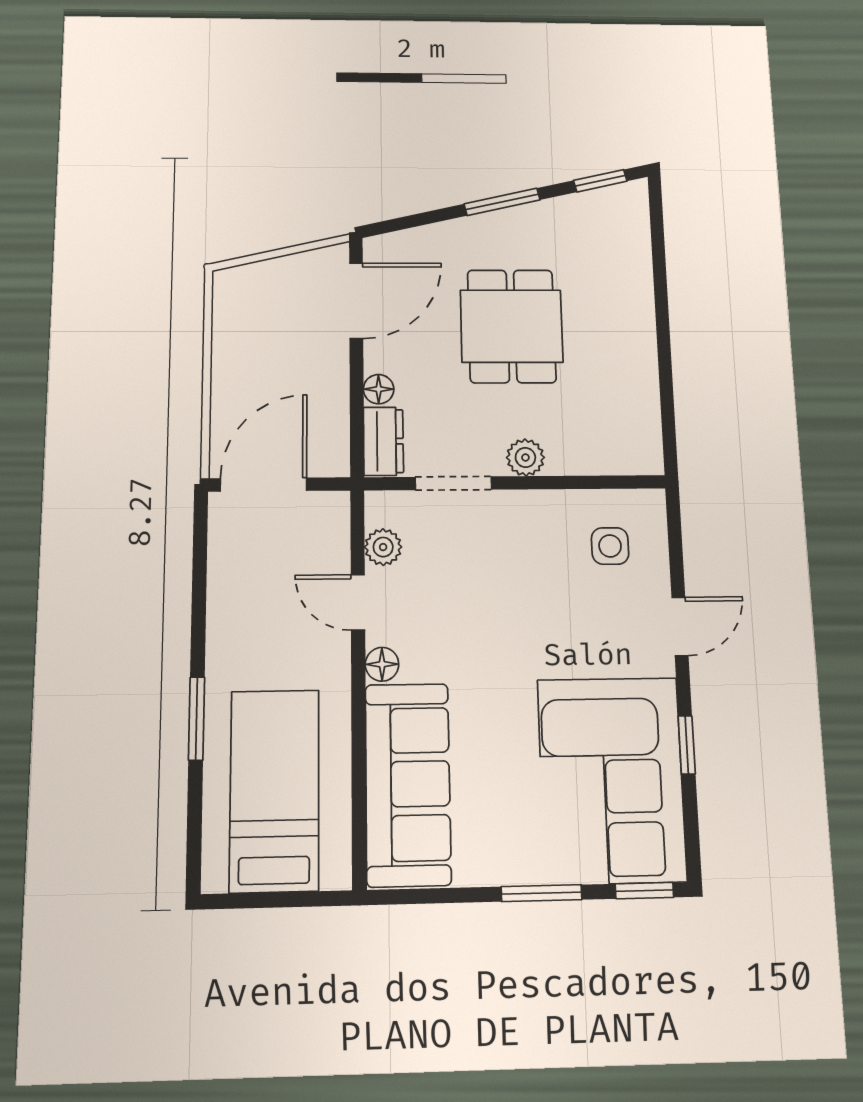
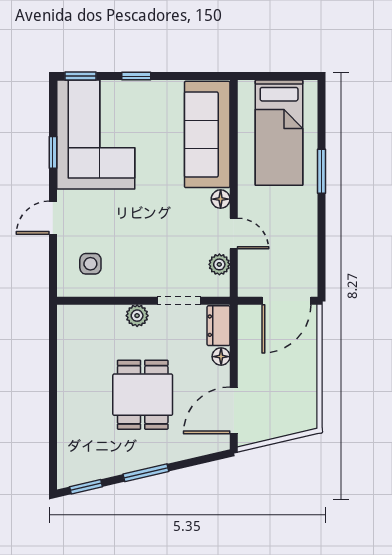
window: (542, 893) -> (136, 76), width x0.67

